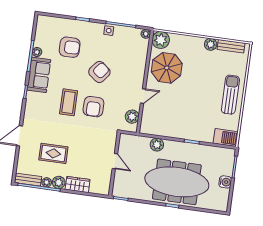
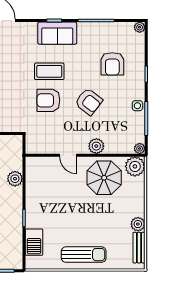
plant: (37, 52) -> (140, 27), moved
sofa: (39, 75) -> (57, 33), moved
plant: (132, 117) -> (96, 146), moved
barbecue: (226, 138) -> (34, 242), moved

